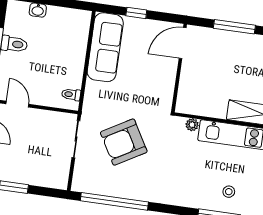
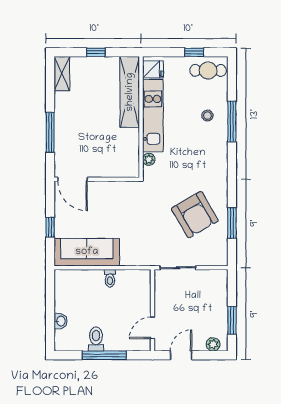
toilet: (71, 95) -> (110, 278), moved
armchair: (124, 142) -> (195, 215), moved
window: (114, 201) -> (232, 223), width x0.47

